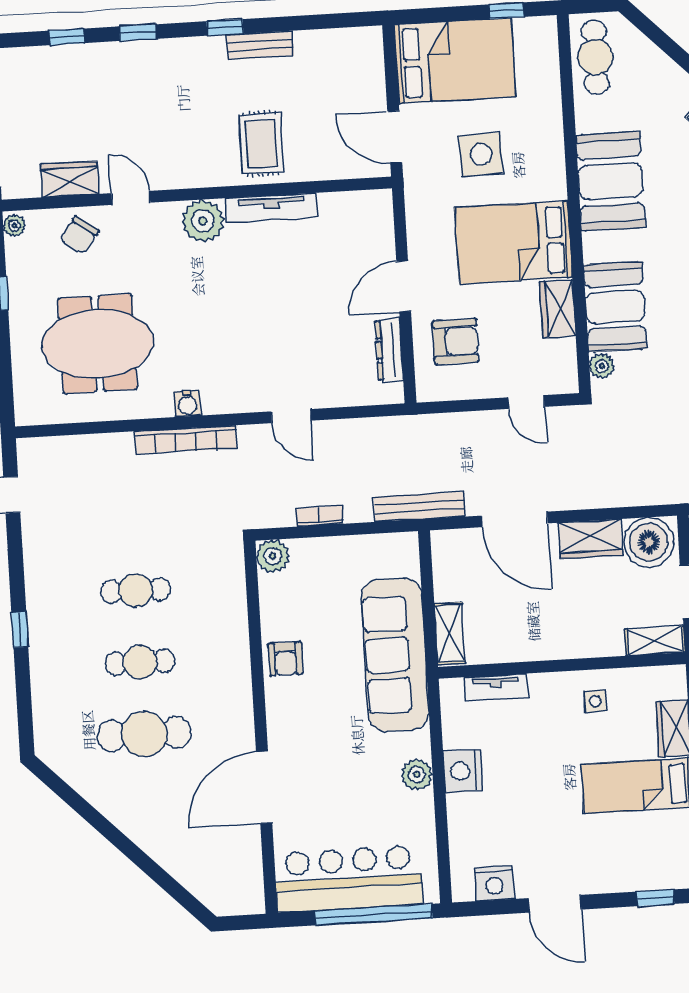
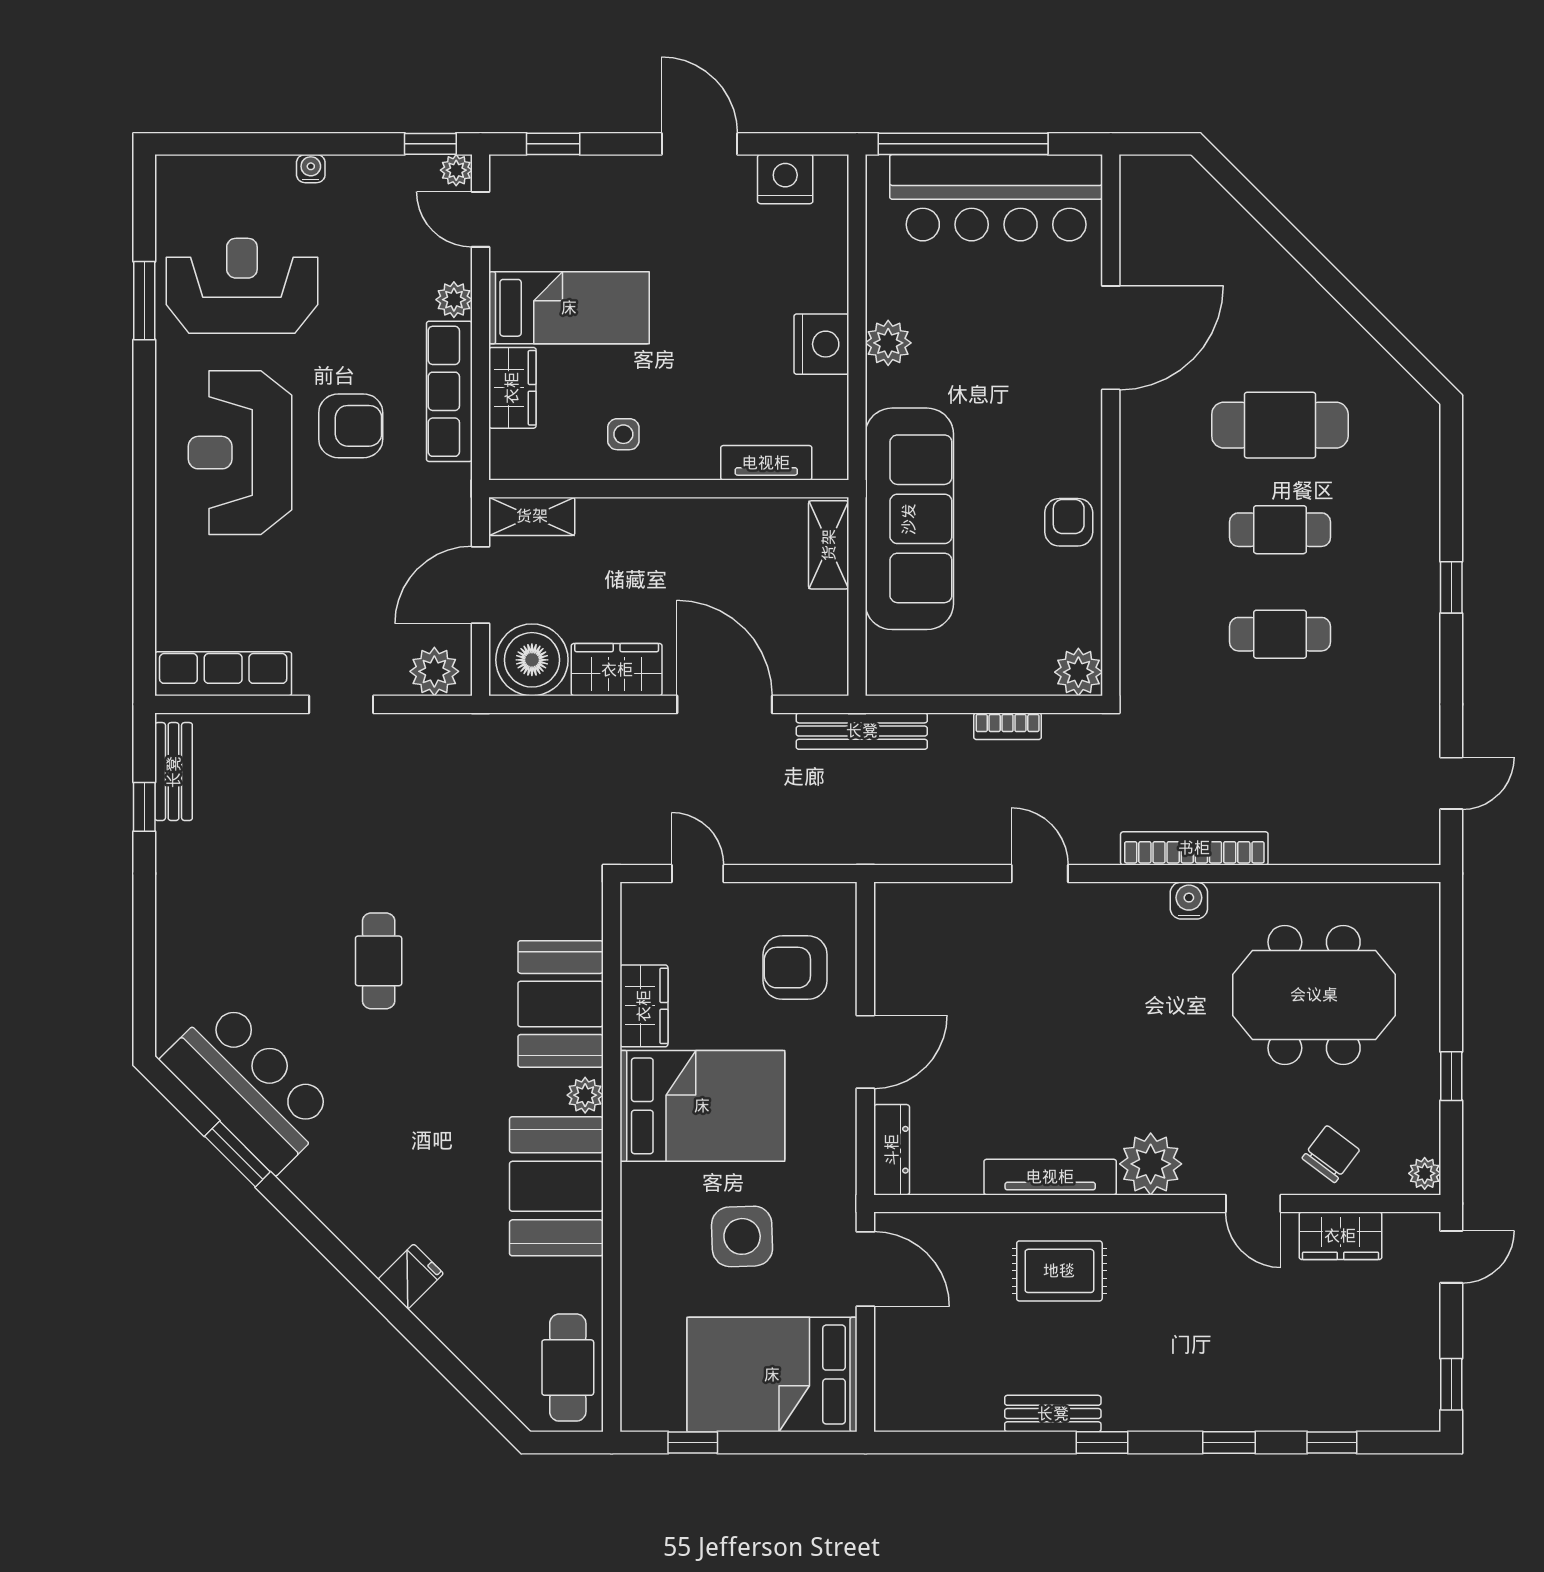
rug: (261, 144) -> (1059, 1271), turned 90
dresser: (389, 350) -> (892, 1150), moved
plant: (602, 366) -> (585, 1095), moved

